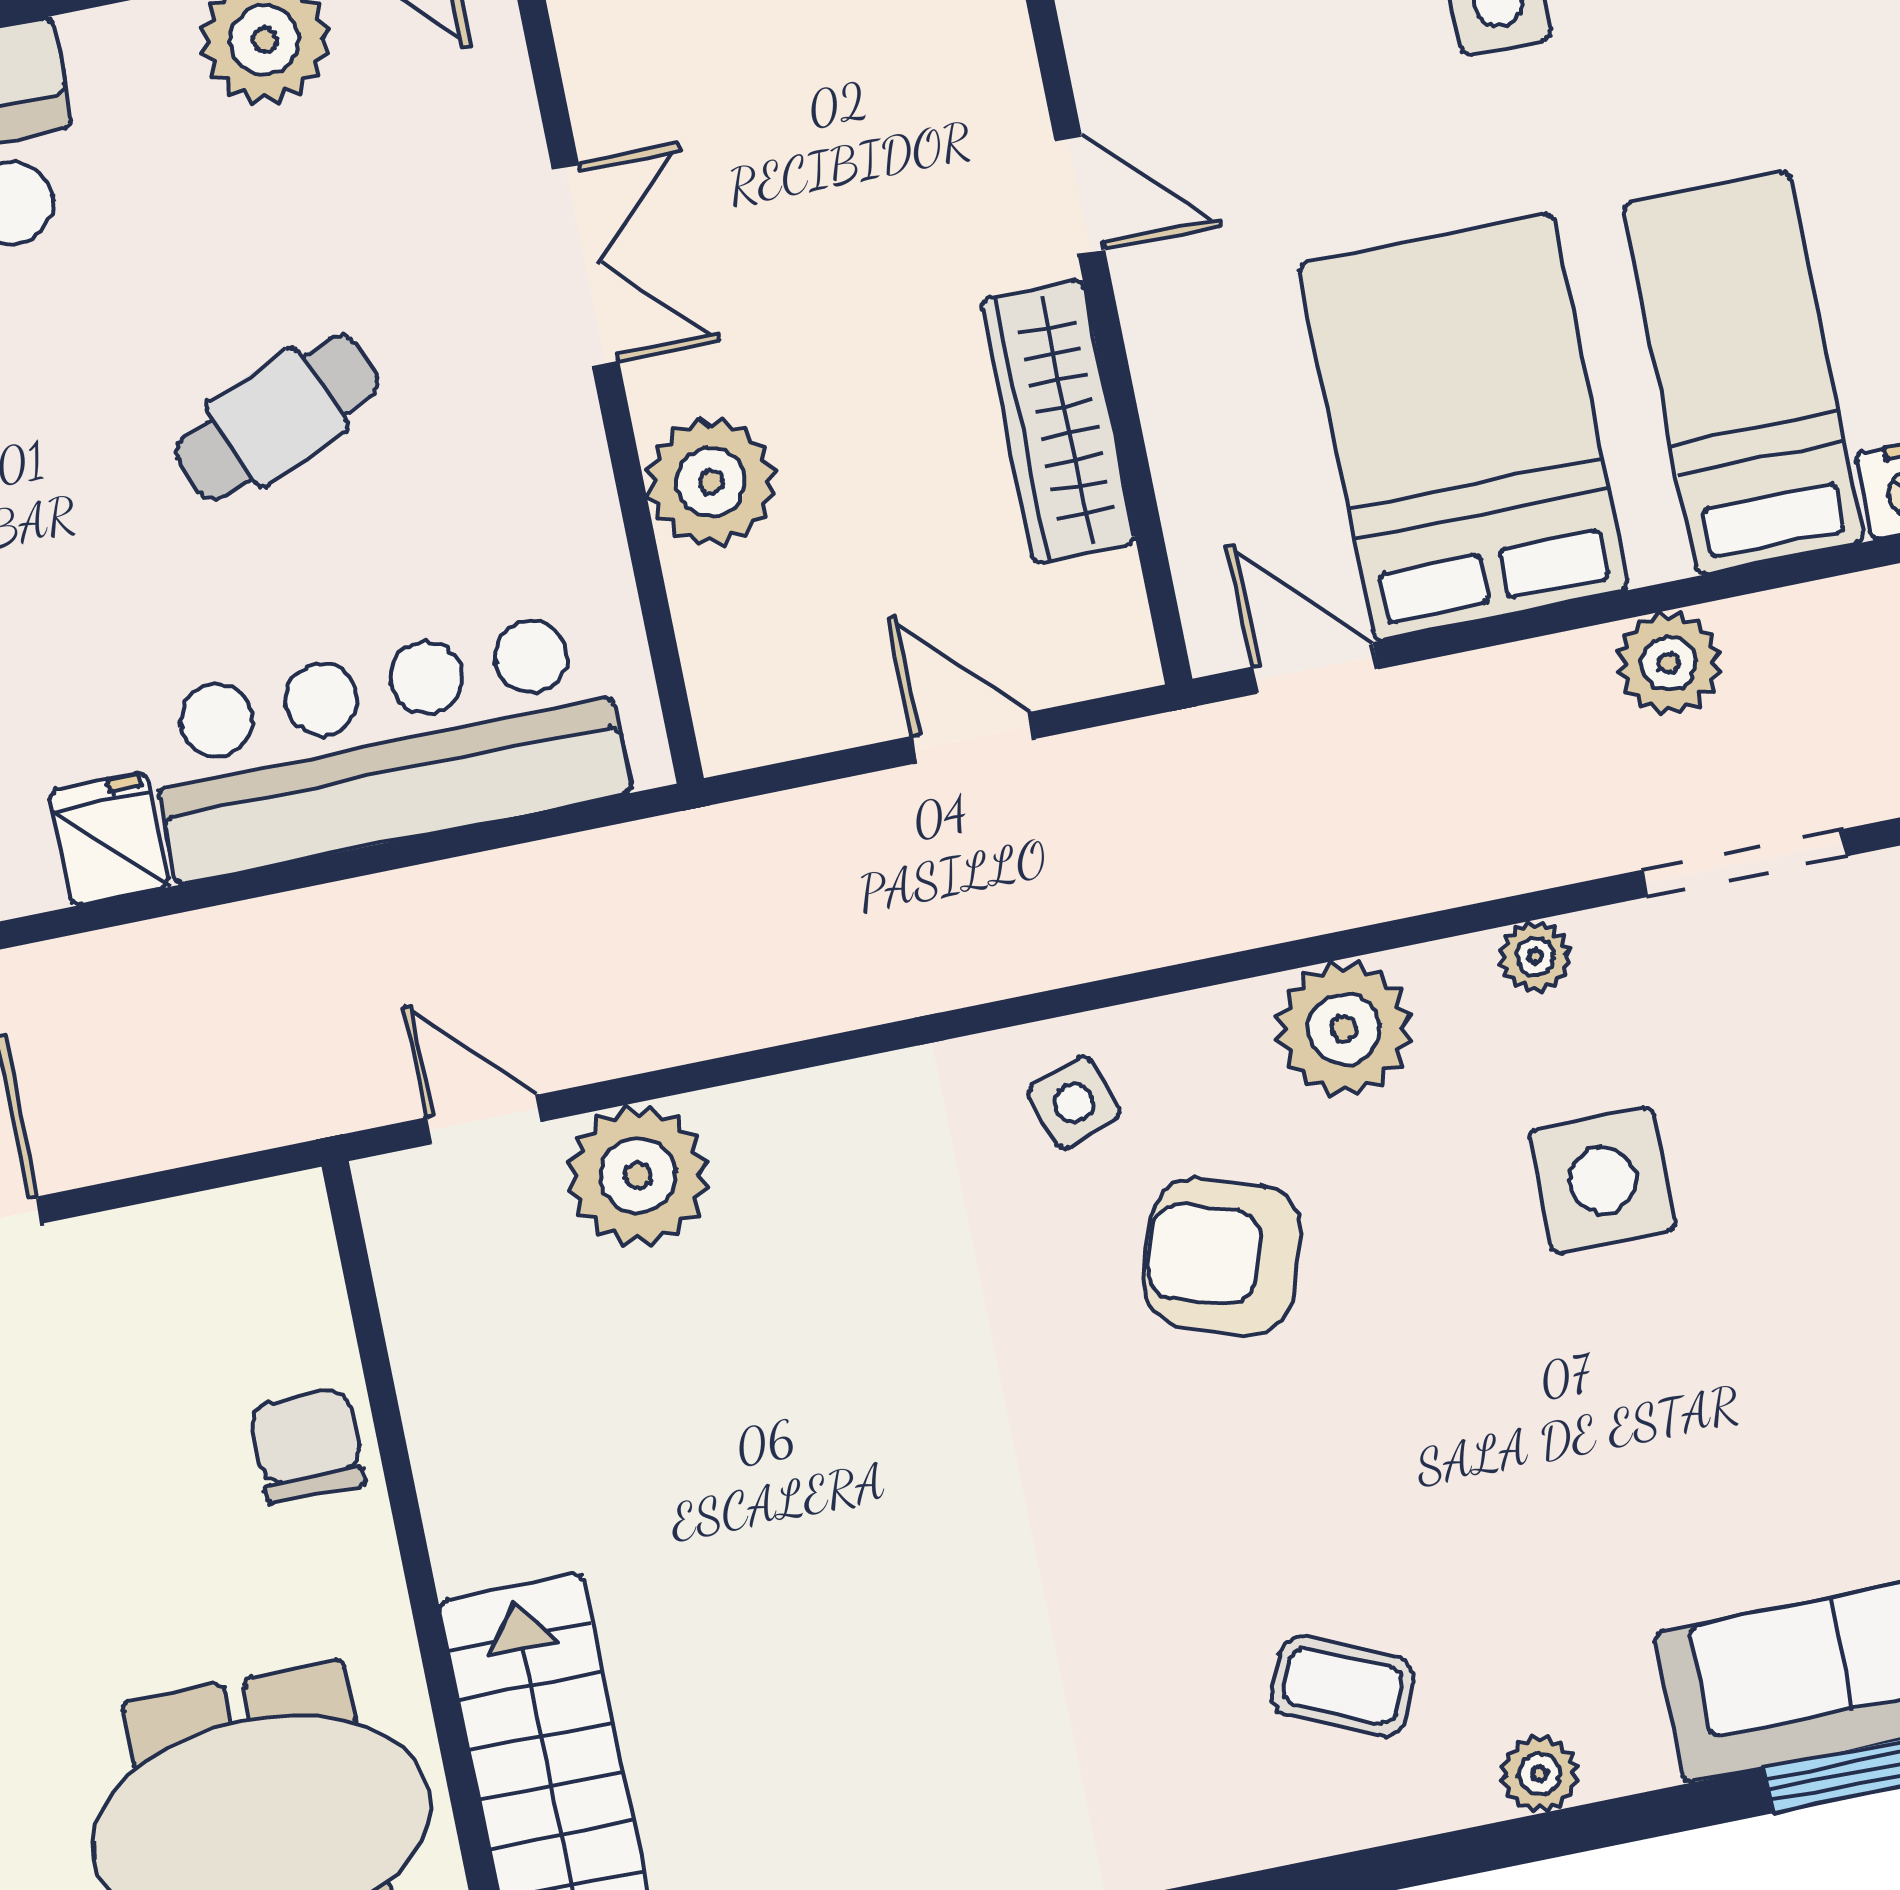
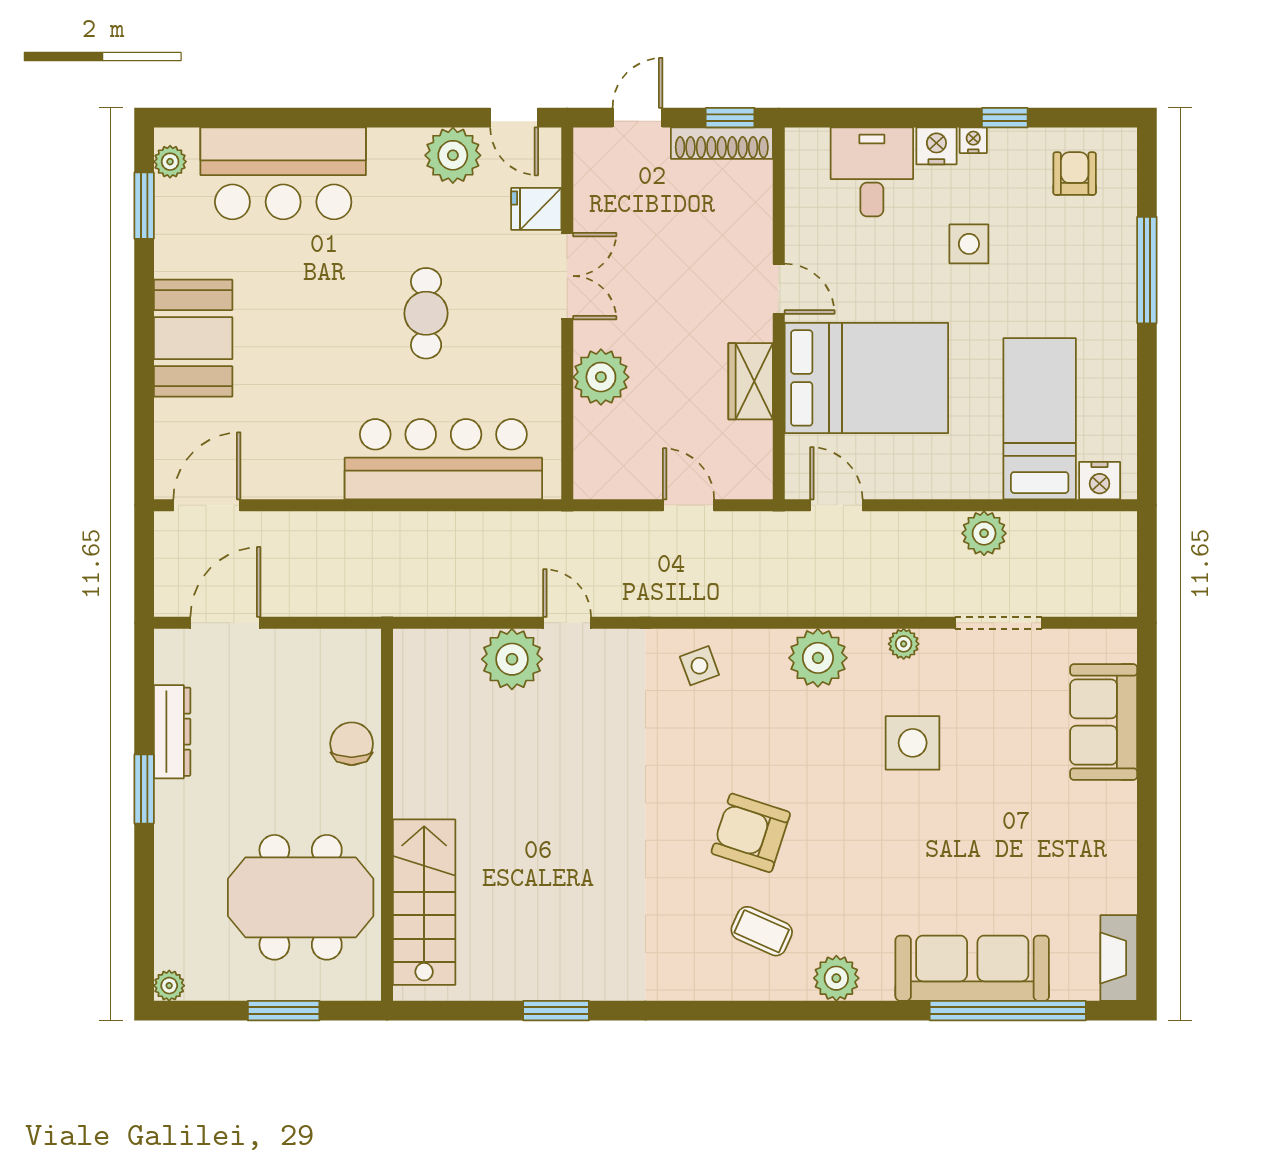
cafe table: (277, 417) -> (426, 313), turned -67
wardrobe: (1058, 422) -> (751, 381), width x0.67
bed: (1464, 427) -> (866, 378), moved, turned 90
fridge: (109, 839) -> (536, 209), moved, turned -90
door: (484, 1120) -> (567, 623), moved
armchair: (1222, 1256) -> (751, 833), moved
plant: (1540, 1774) -> (836, 978), width x1.38, depth x1.38

